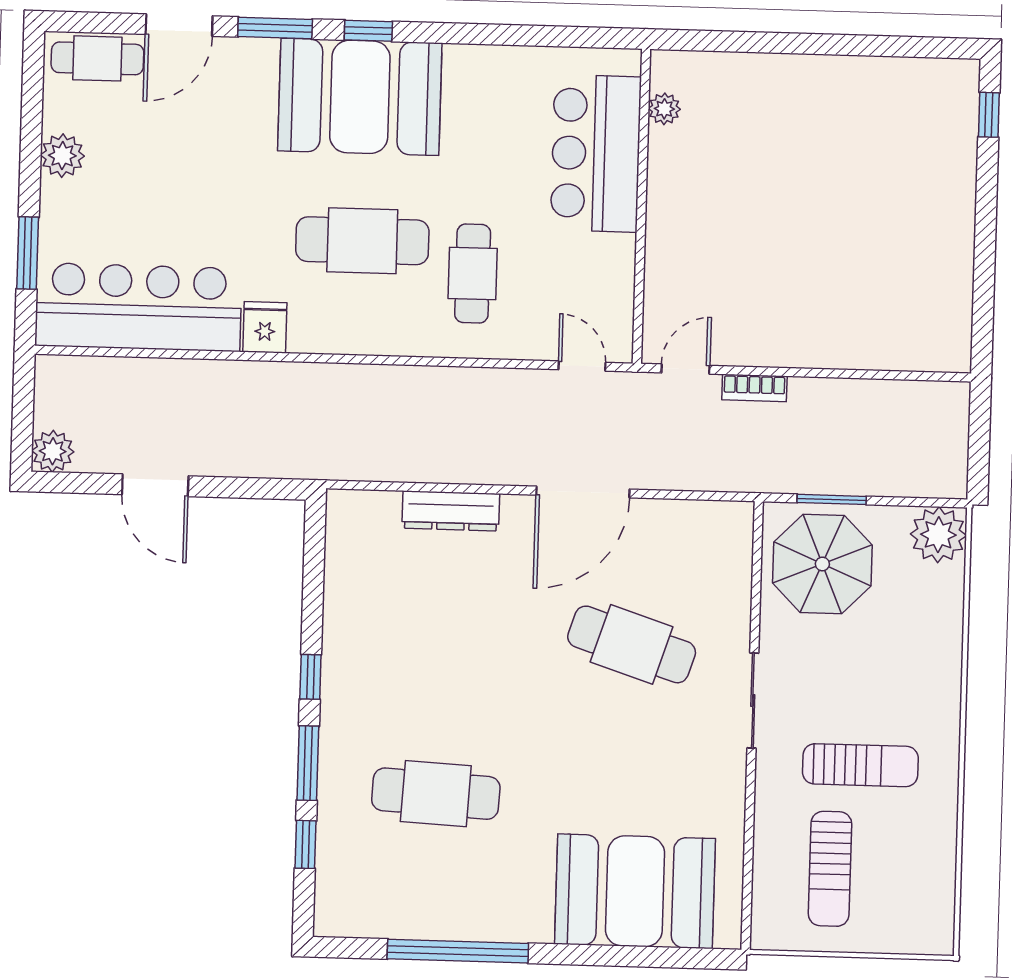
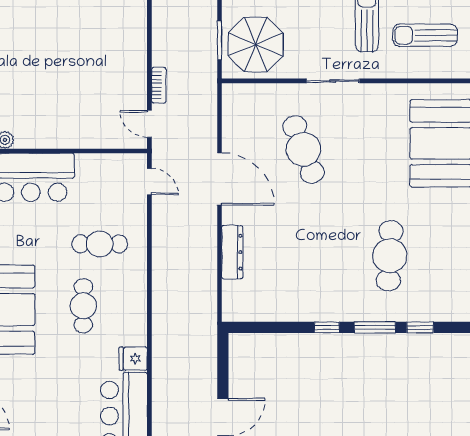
cafe table: (362, 241) -> (83, 306), width x0.73, depth x0.74
door: (582, 366) -> (149, 182), swing flipped
cafe table: (632, 644) -> (303, 149), turned -39
sun lounger: (830, 869) -> (425, 35), turned 180

